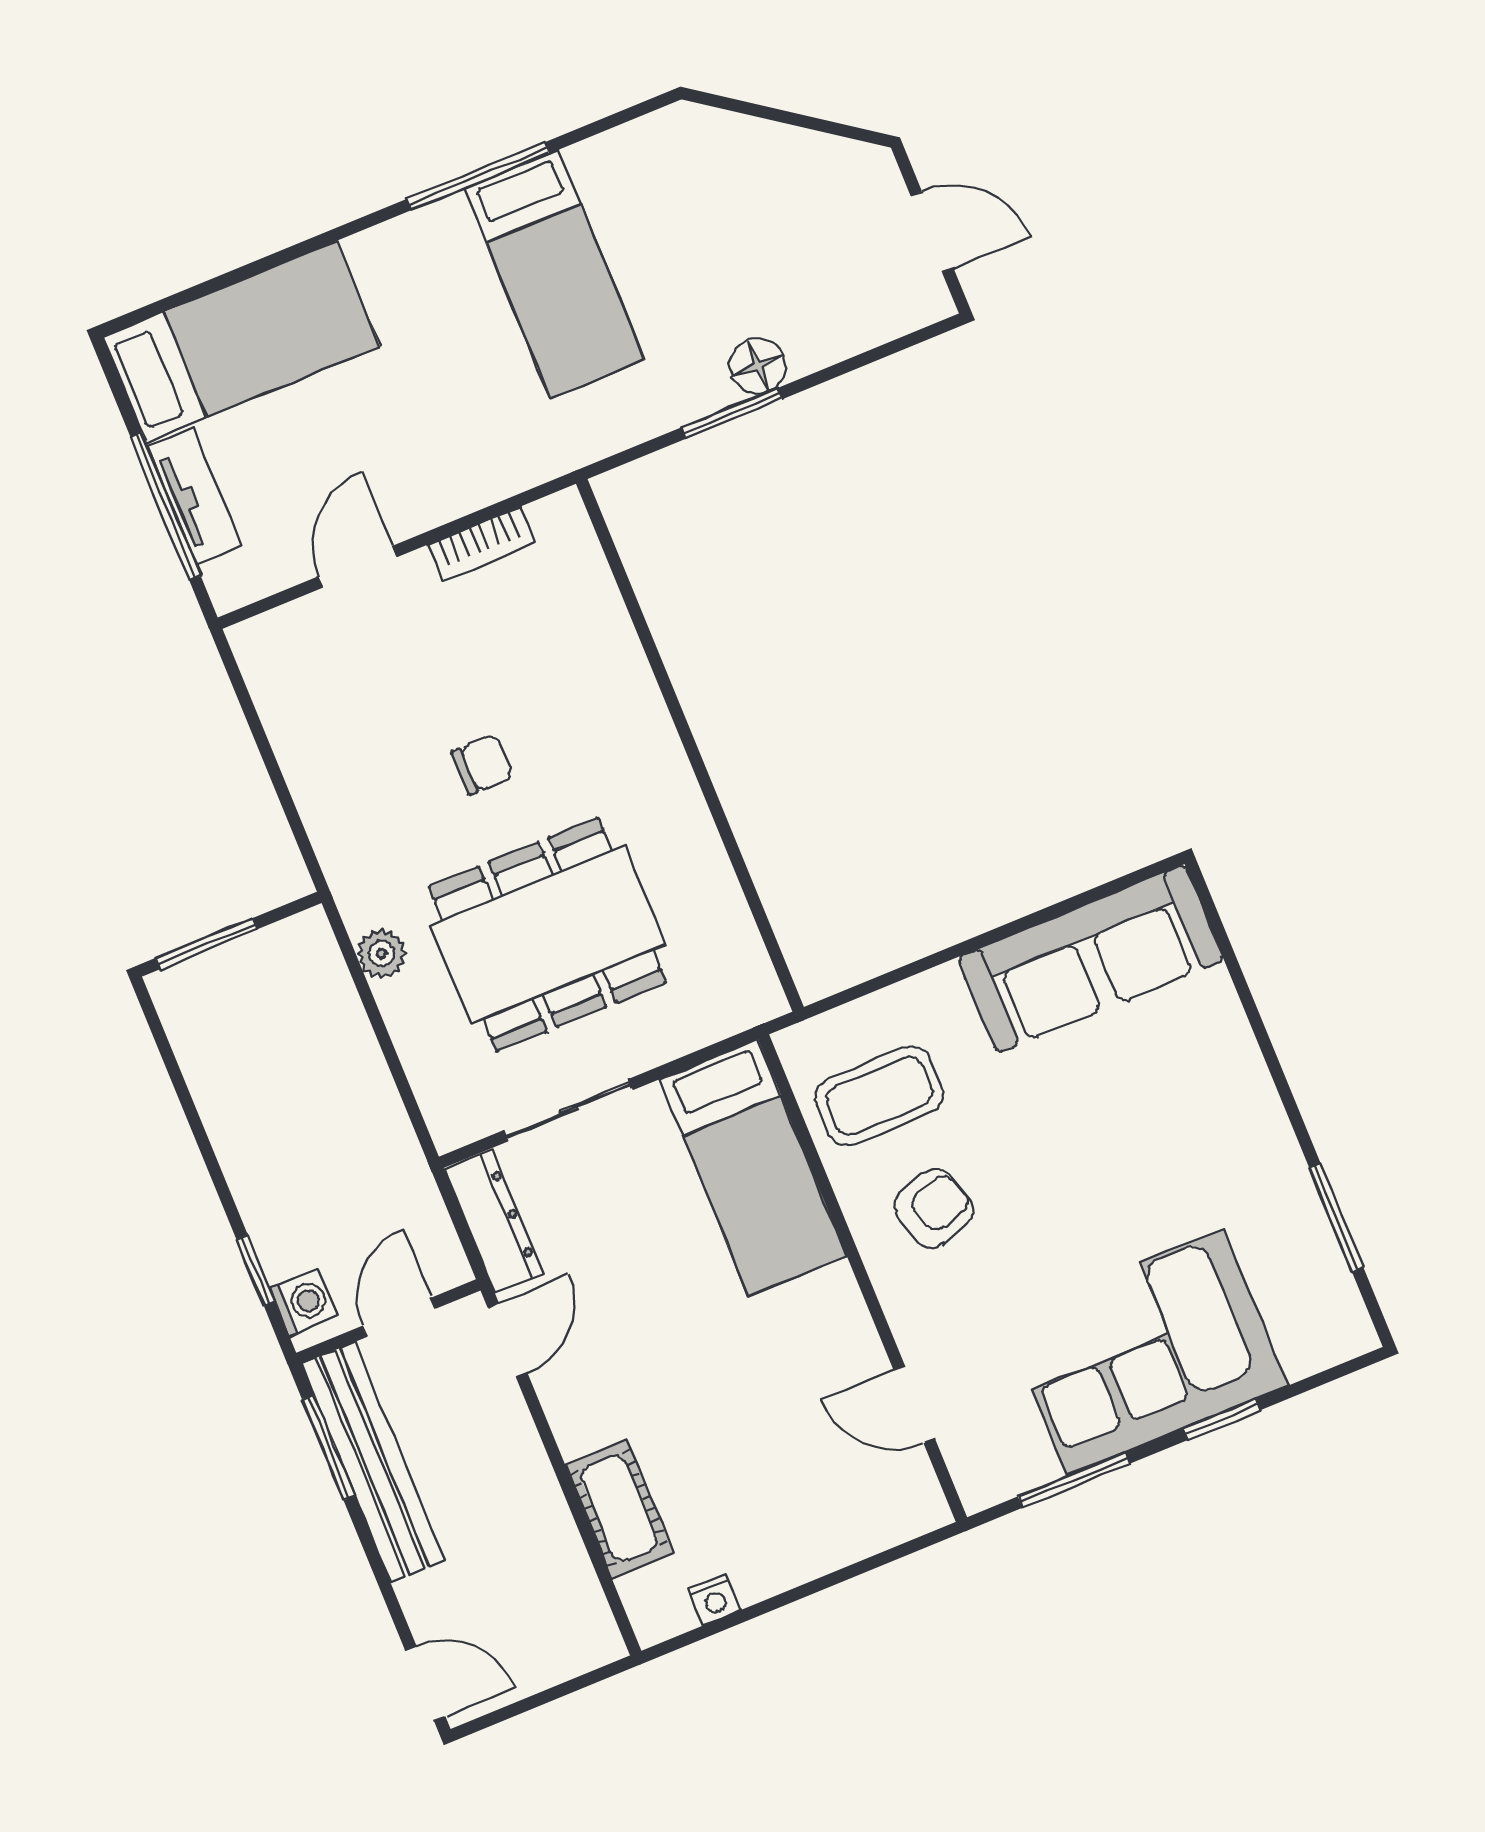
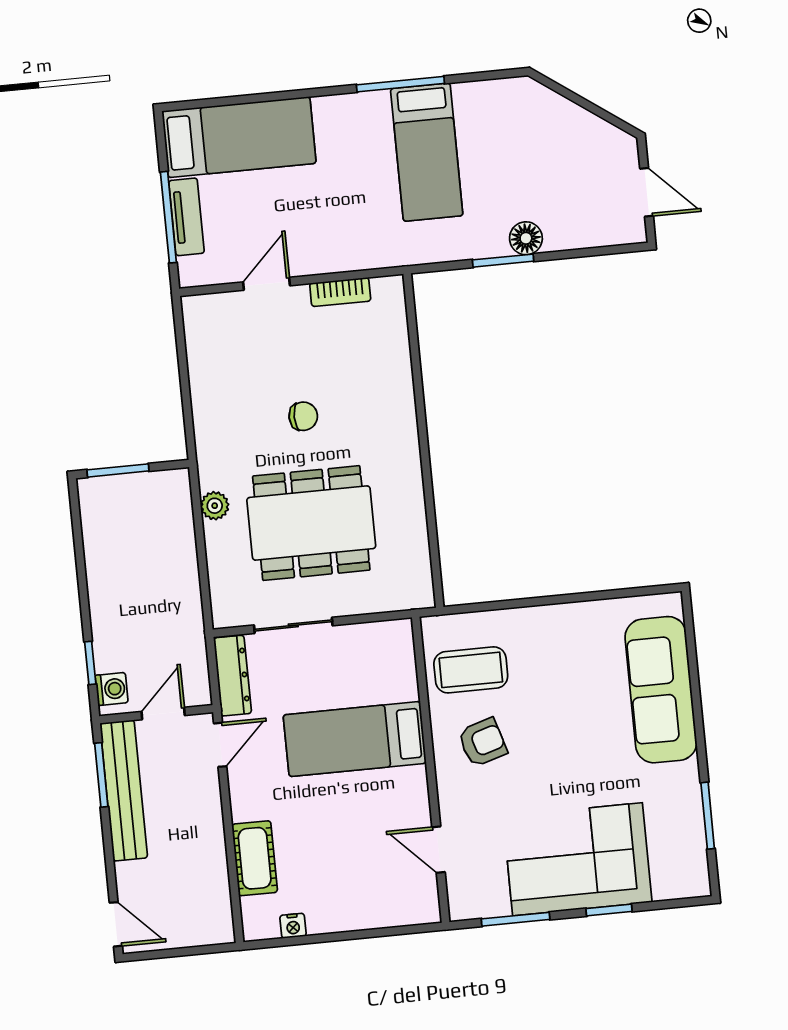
sofa: (1091, 959) -> (661, 690), moved, turned 90
bed: (753, 1168) -> (355, 739), moved, turned 90

